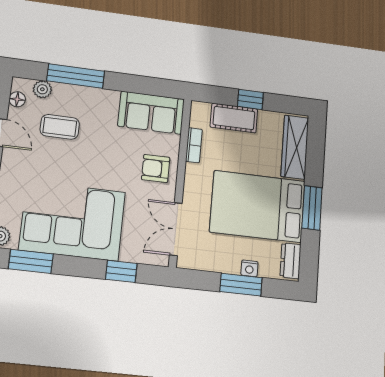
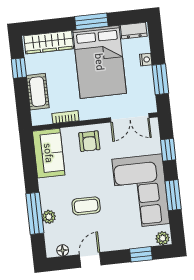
plant: (42, 89) -> (49, 217), moved
window: (250, 99) -> (19, 68), moved
coffee table: (60, 127) -> (86, 206), moved, turned 90
window: (31, 261) -> (173, 195), moved
window: (241, 285) -> (160, 79), moved

